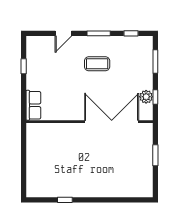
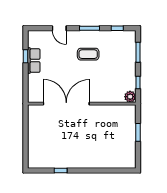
door: (63, 33) -> (59, 28), hinge flipped
plant: (146, 97) -> (130, 97), moved
row of seats: (33, 105) -> (34, 61), moved
double door: (112, 122) -> (66, 104), moved

